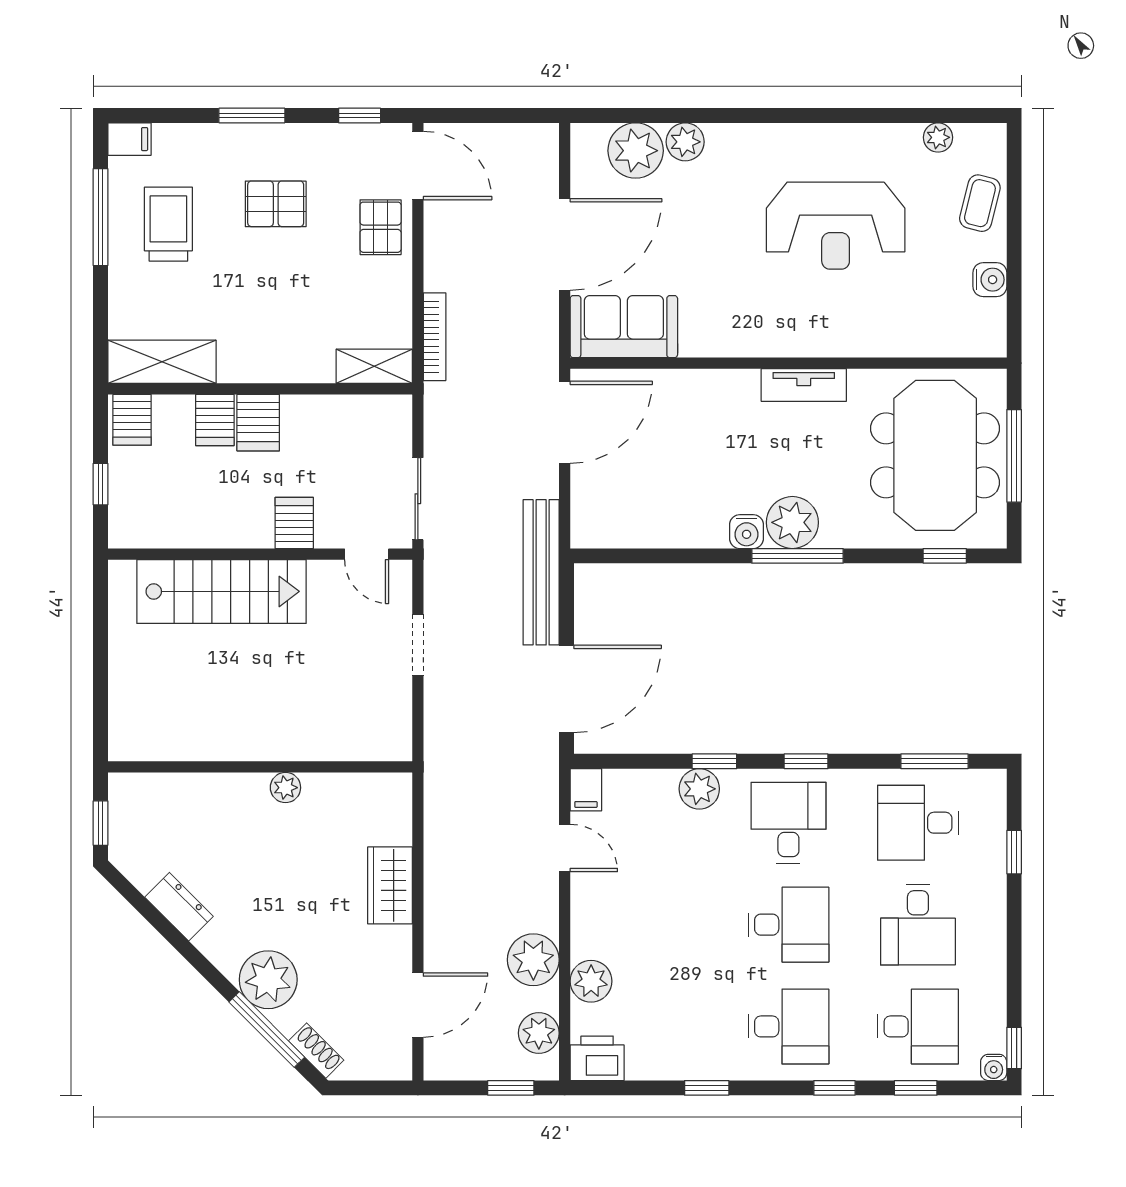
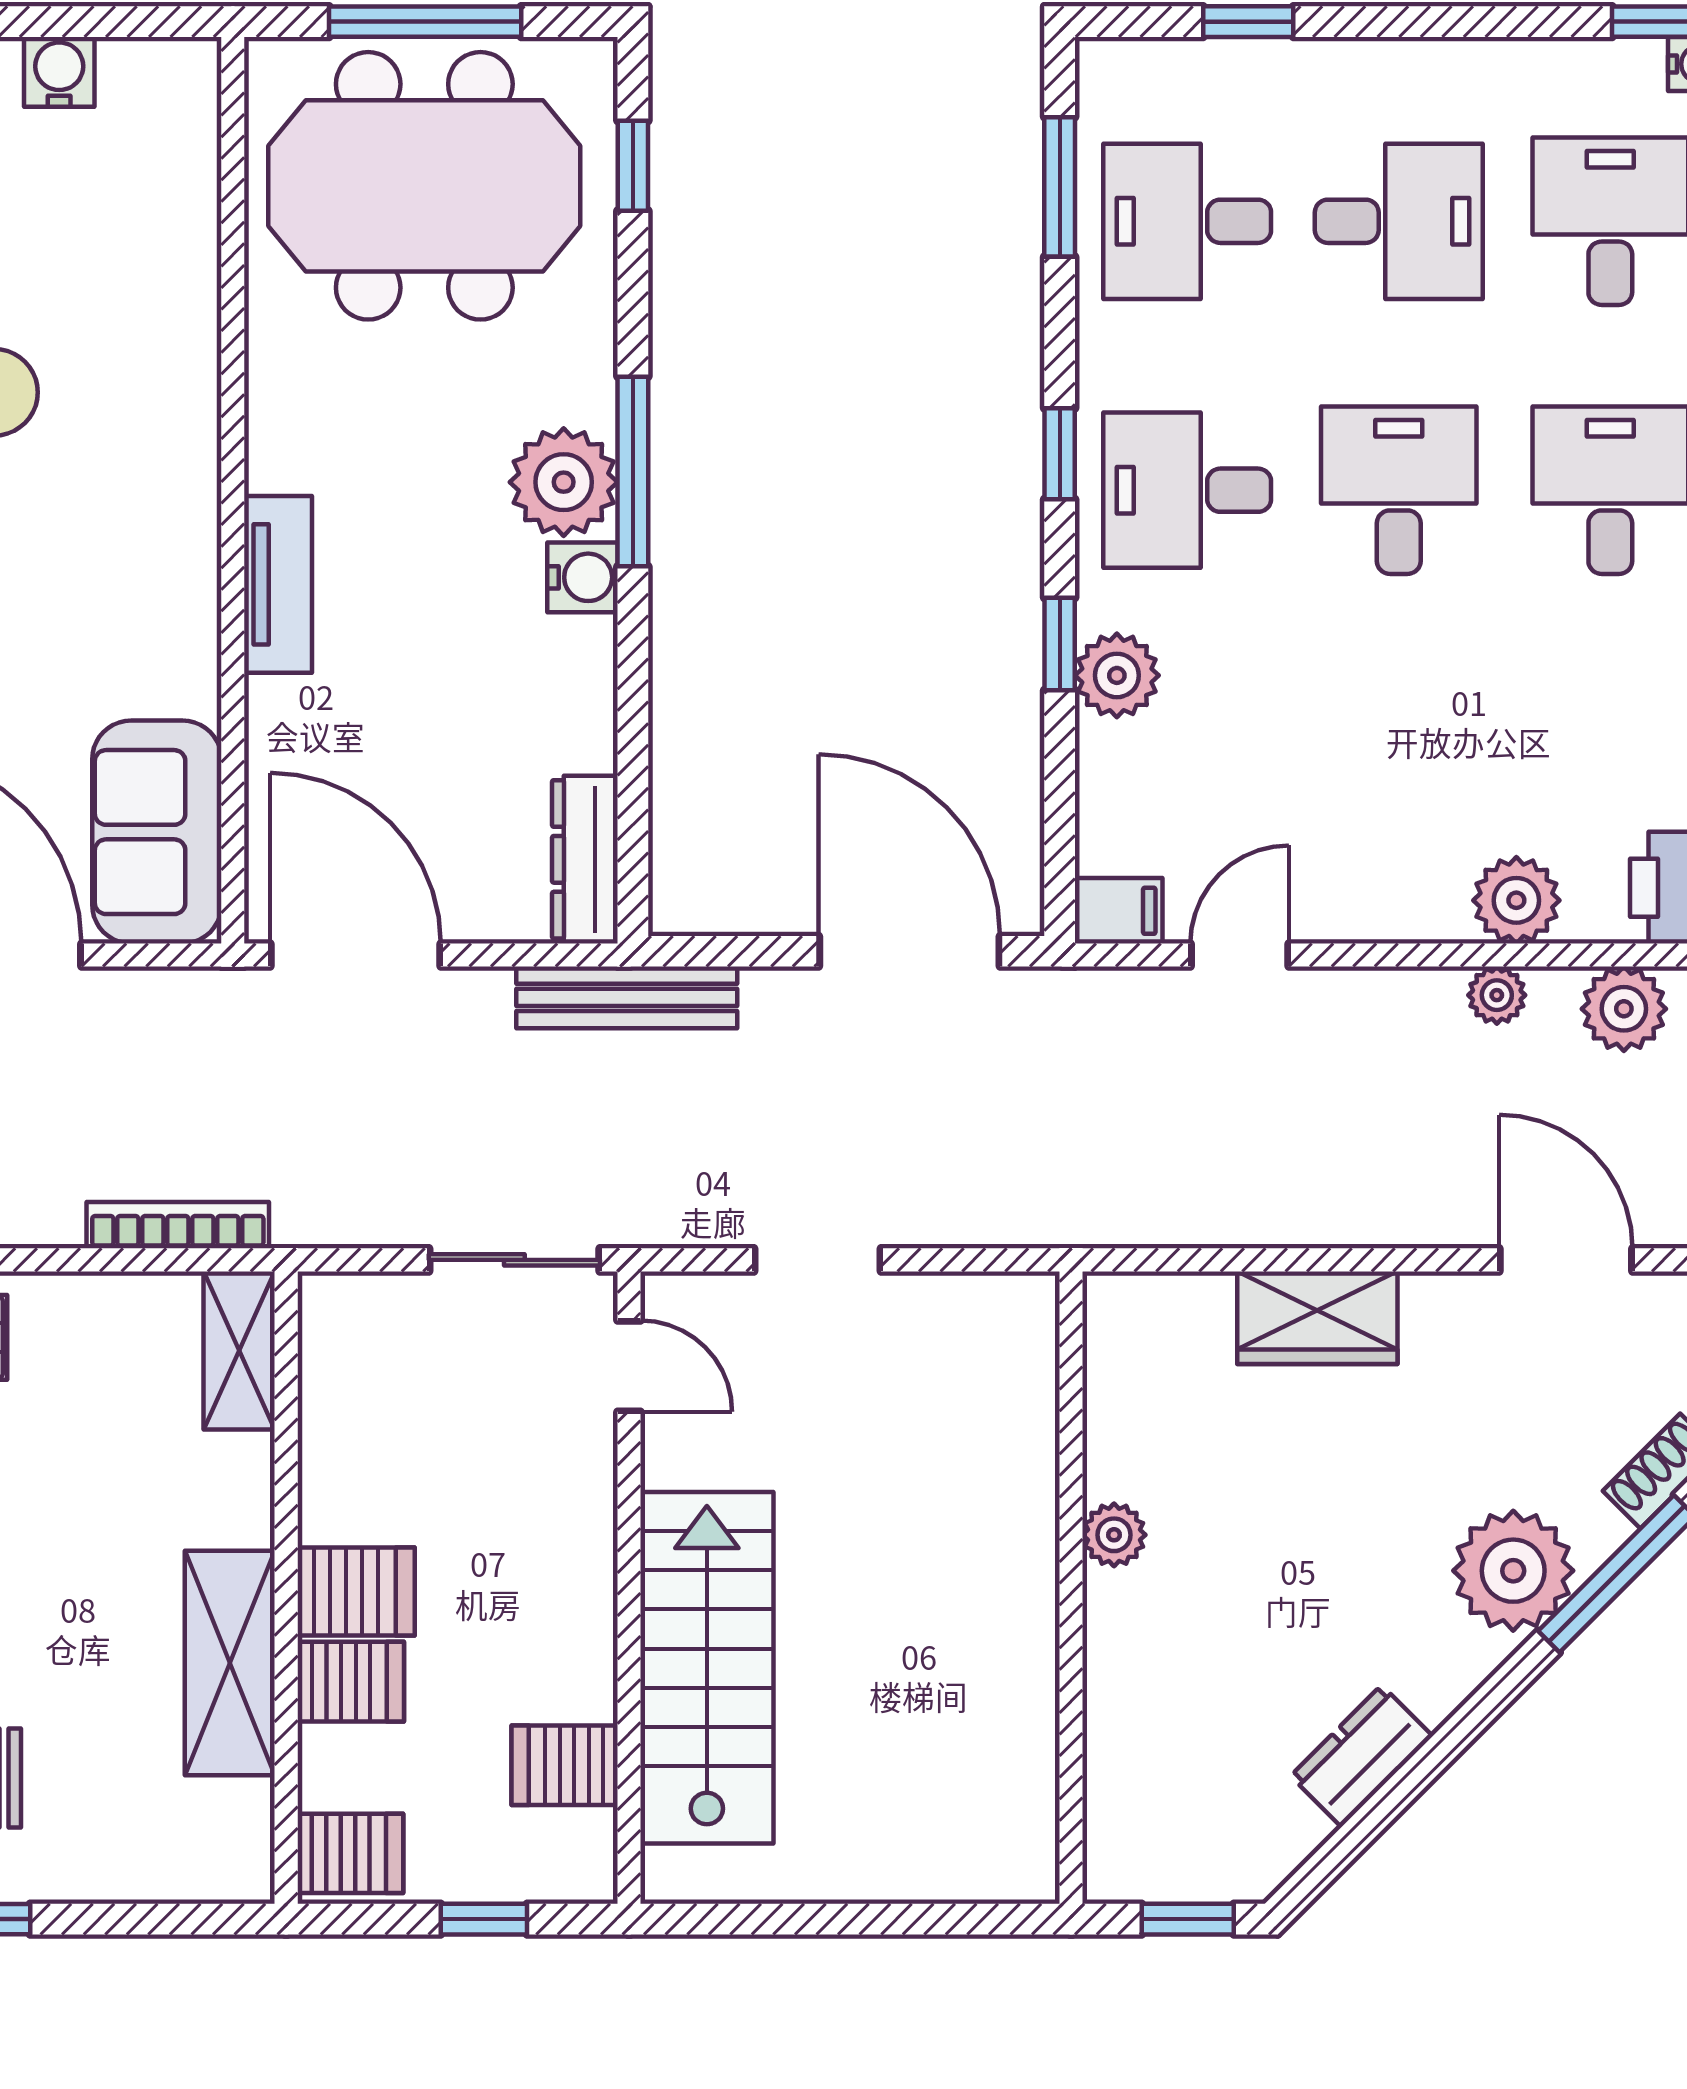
shelving: (162, 362) -> (230, 1663), moved
tv unit: (804, 385) -> (278, 584), moved
server rack: (294, 523) -> (565, 1765), moved
dresser: (611, 533) -> (585, 859), added
door: (367, 554) -> (629, 1366), hinge flipped
bench: (541, 572) -> (627, 997), width x0.73, depth x0.82
desk: (918, 823) -> (1187, 221), turned 90
plant: (533, 960) -> (1497, 995), width x0.53, depth x0.53

